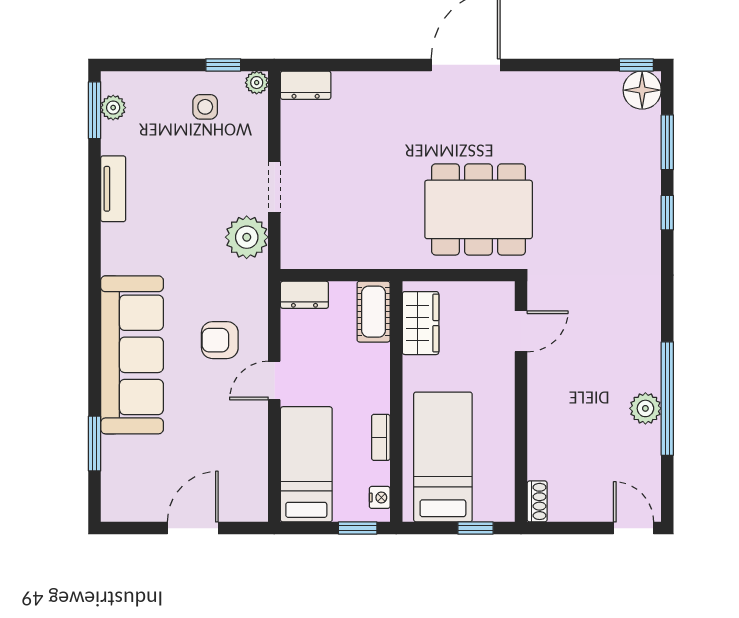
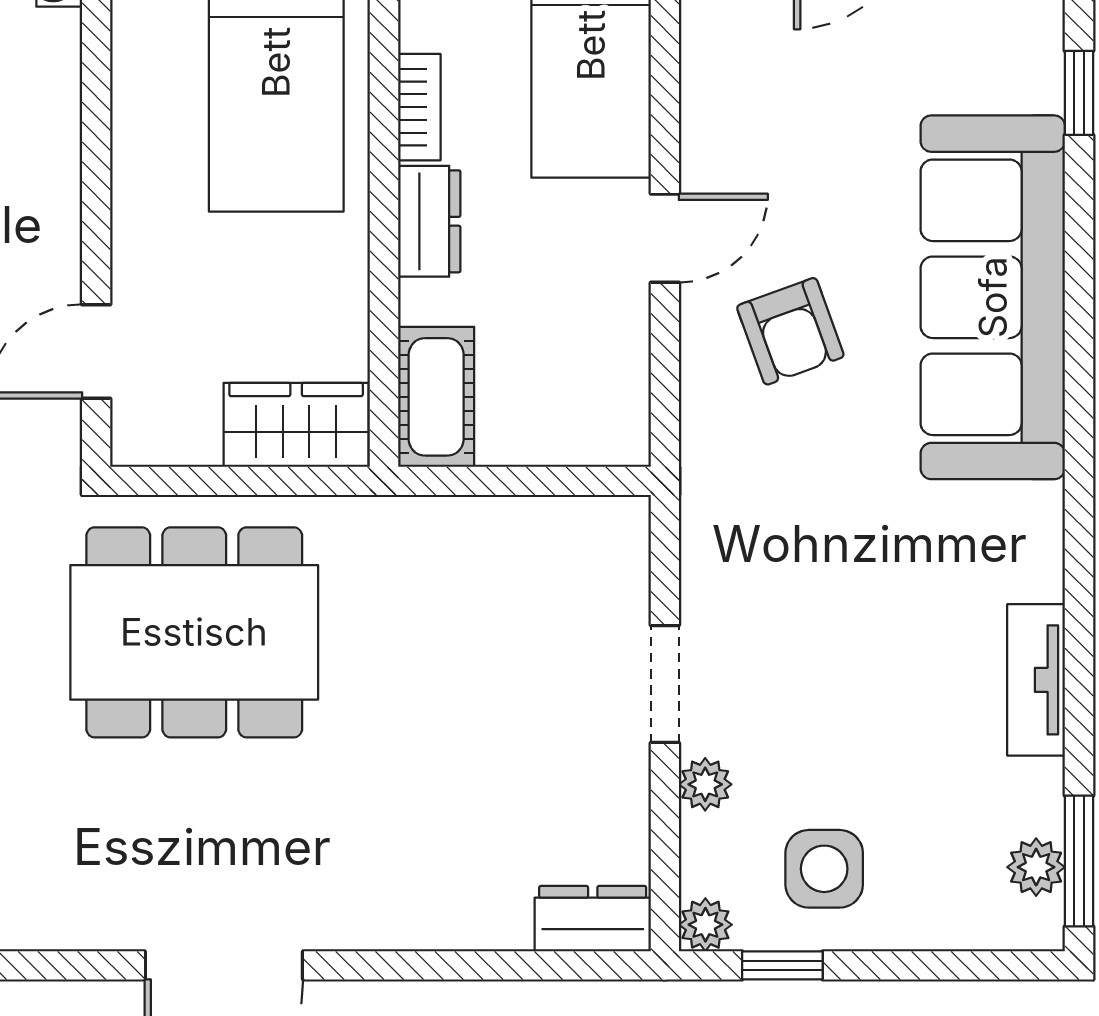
side table: (205, 107) -> (824, 869), width x1.37, depth x1.37
plant: (247, 237) -> (705, 784), moved, width x0.53, depth x0.53
dresser: (304, 295) -> (429, 221), moved, turned 90
wardrobe: (421, 323) -> (296, 425), moved, turned 90
armchair: (220, 340) -> (790, 331), turned 70
window: (95, 444) -> (1079, 93), width x0.67

